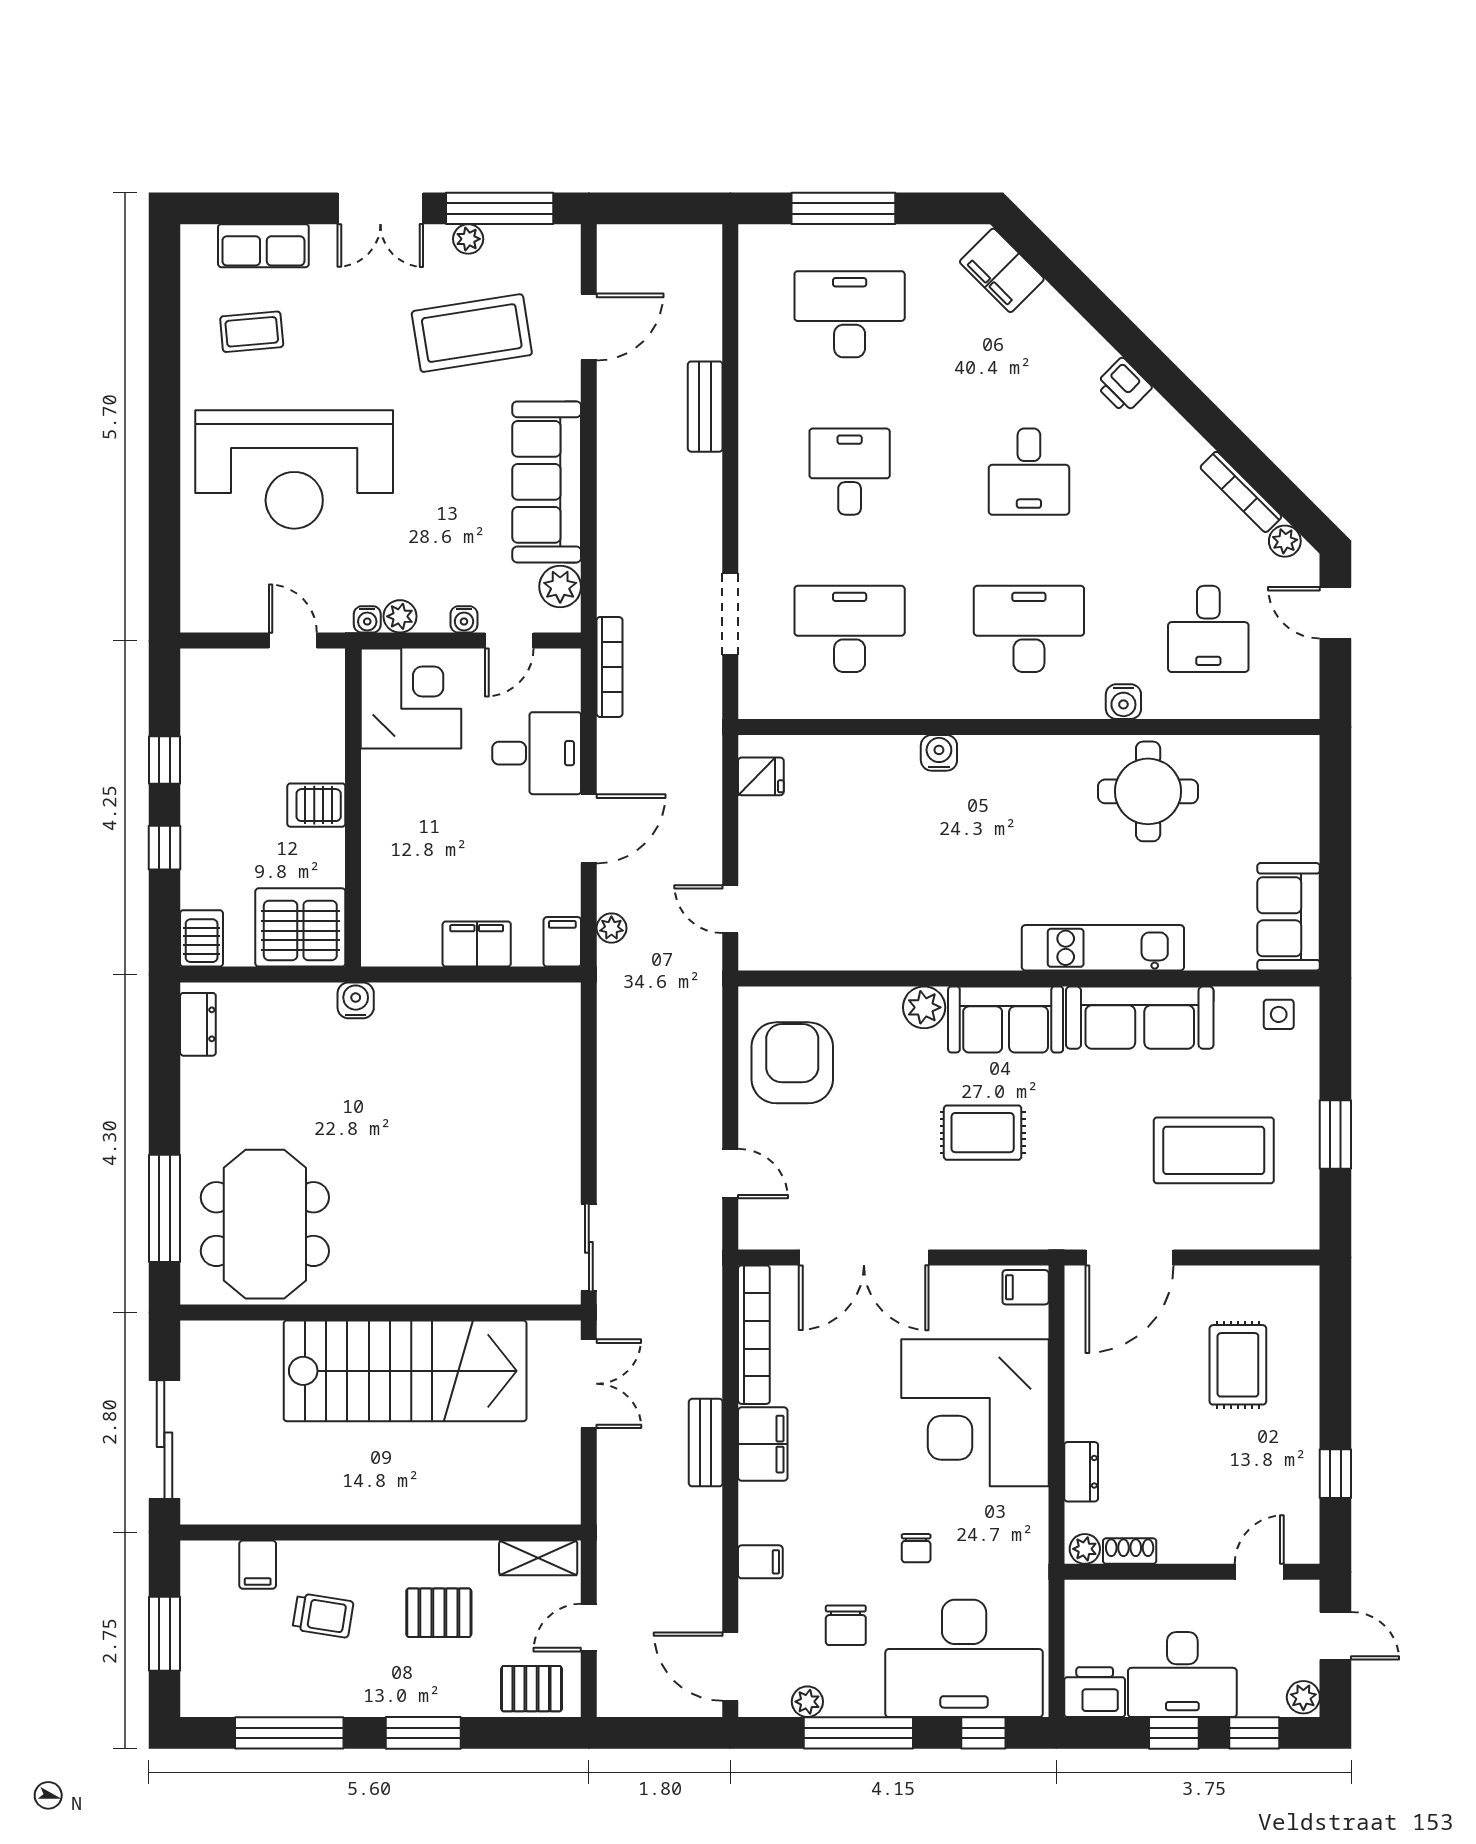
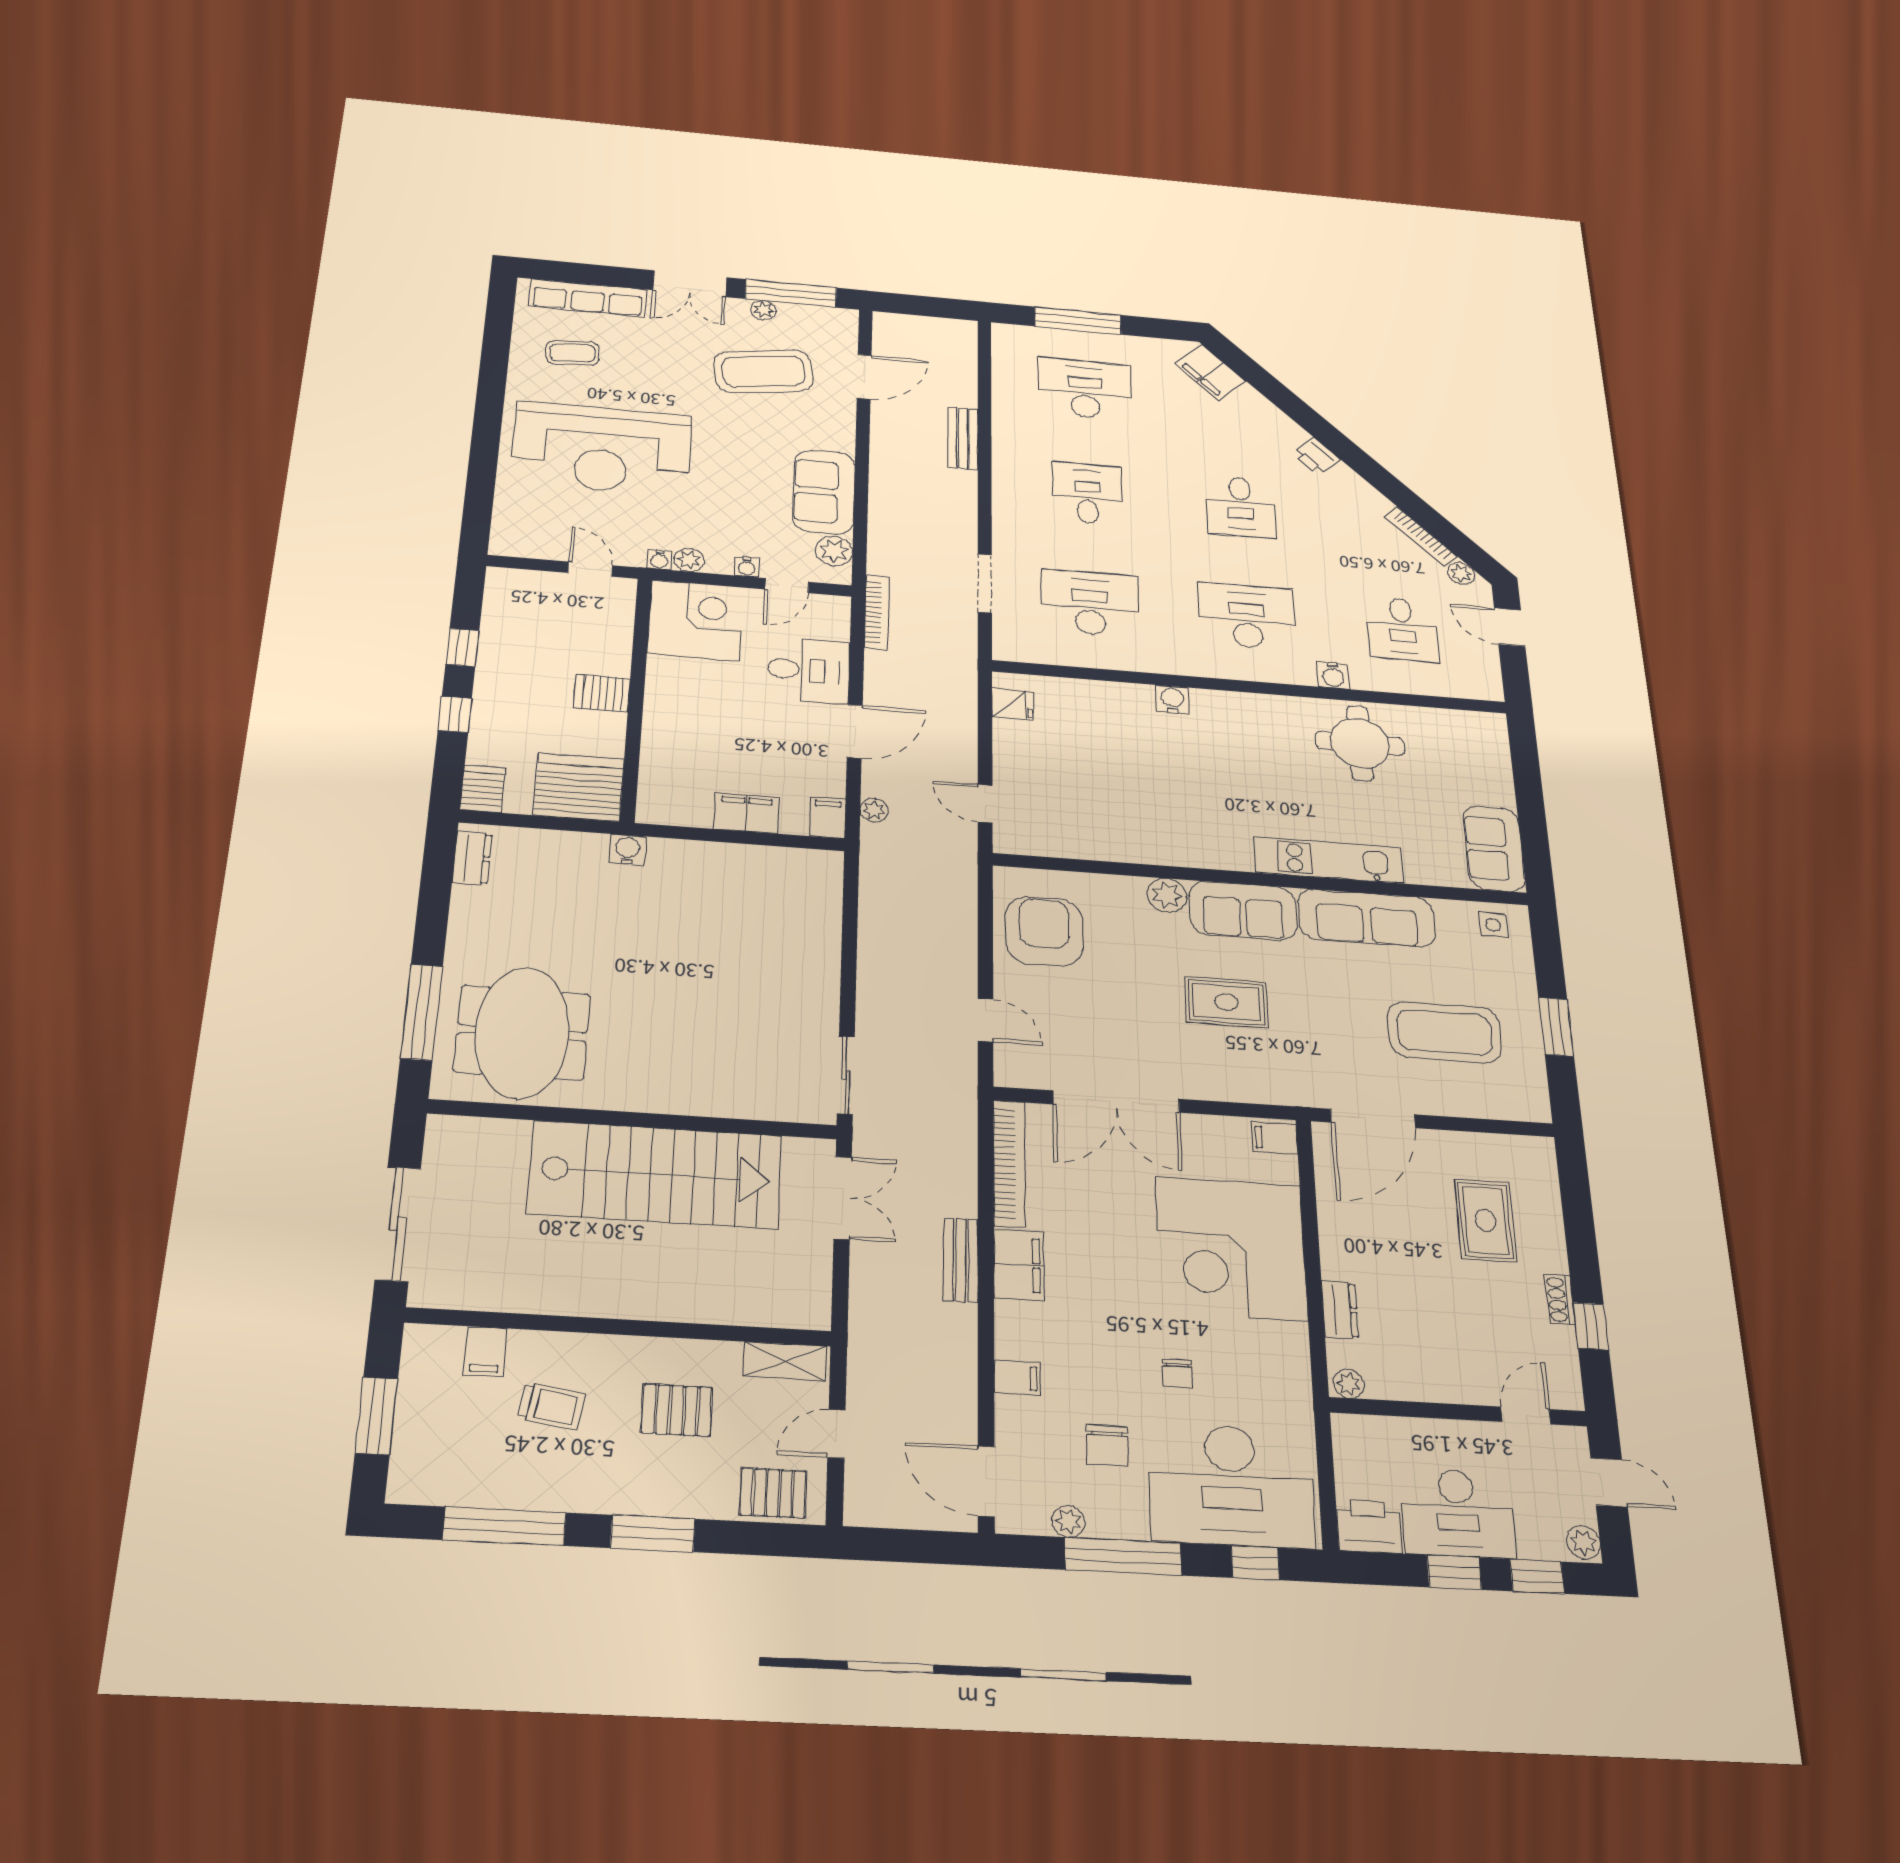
row of seats: (263, 246) -> (588, 298), width x1.48
sofa: (547, 482) -> (824, 492), width x0.73
shoe rack: (1130, 1551) -> (1560, 1300), moved, turned -90

